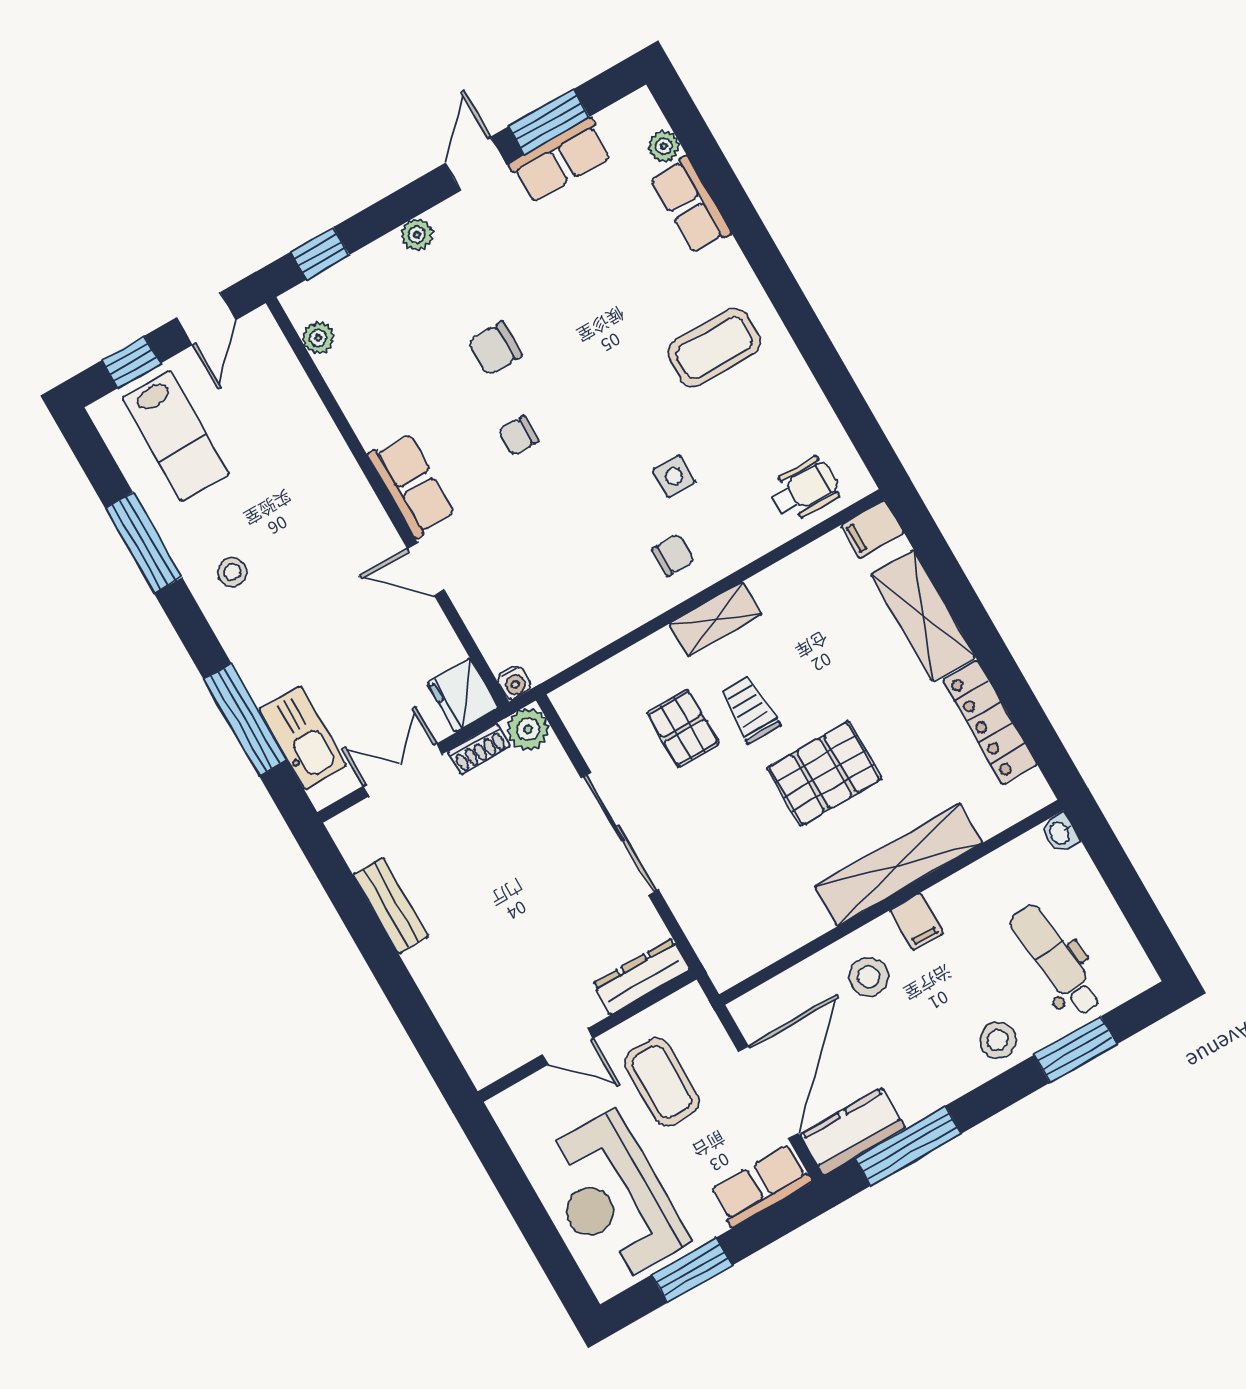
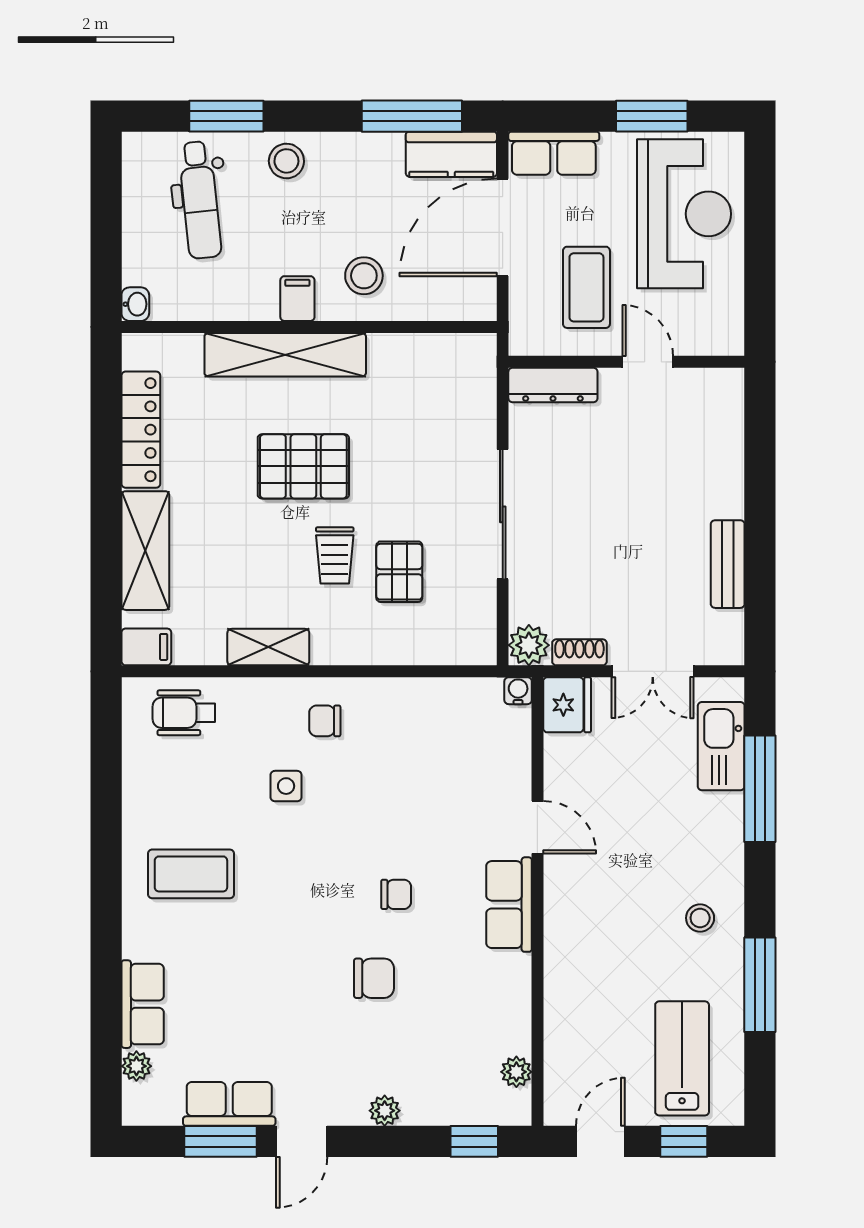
shelving: (715, 619) -> (268, 647), moved

